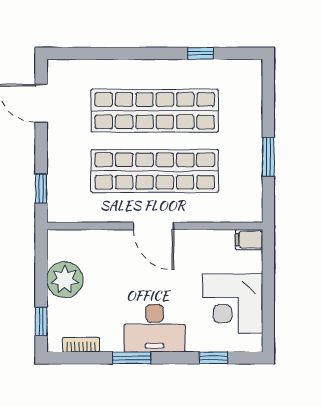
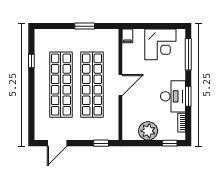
desk: (155, 328) -> (173, 96), moved
window: (213, 358) -> (188, 54), width x2.17

